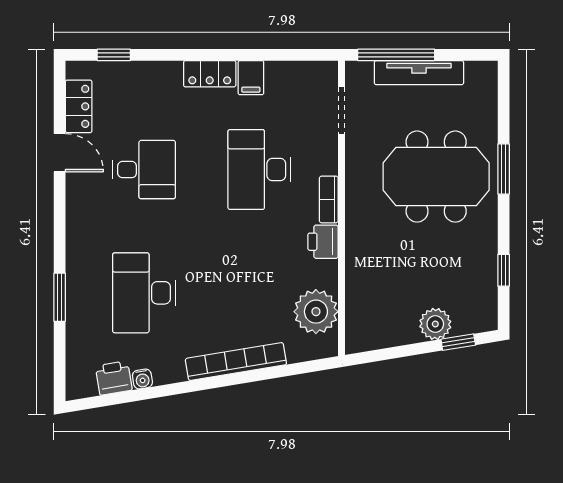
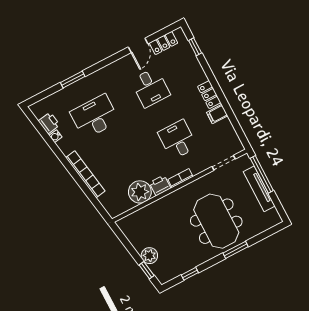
desk: (259, 170) -> (178, 140), width x0.73
plant: (316, 312) -> (140, 192), moved

